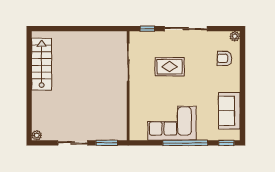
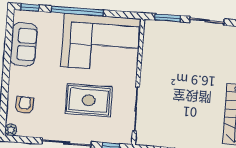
armchair: (225, 58) -> (25, 105), turned -87
rug: (170, 67) -> (89, 100), width x1.36, depth x1.43
corner sofa: (172, 123) -> (100, 43), width x1.36, depth x1.36

